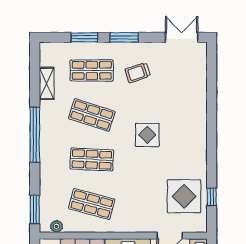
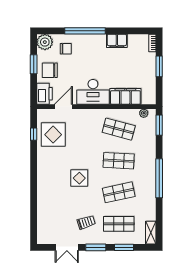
double door: (182, 37) -> (67, 247), moved
shelving: (47, 83) -> (151, 233), moved
shop shelf: (92, 115) -> (119, 192), turned -30

